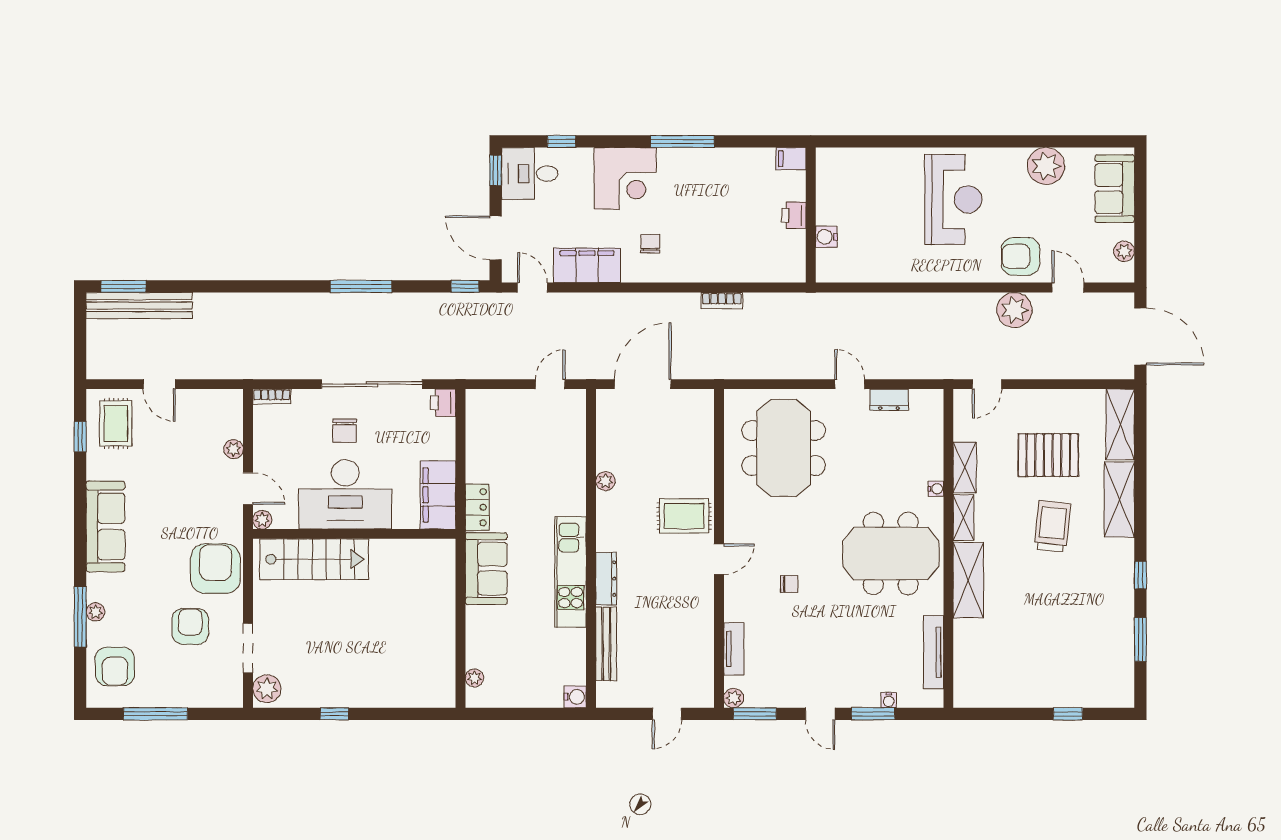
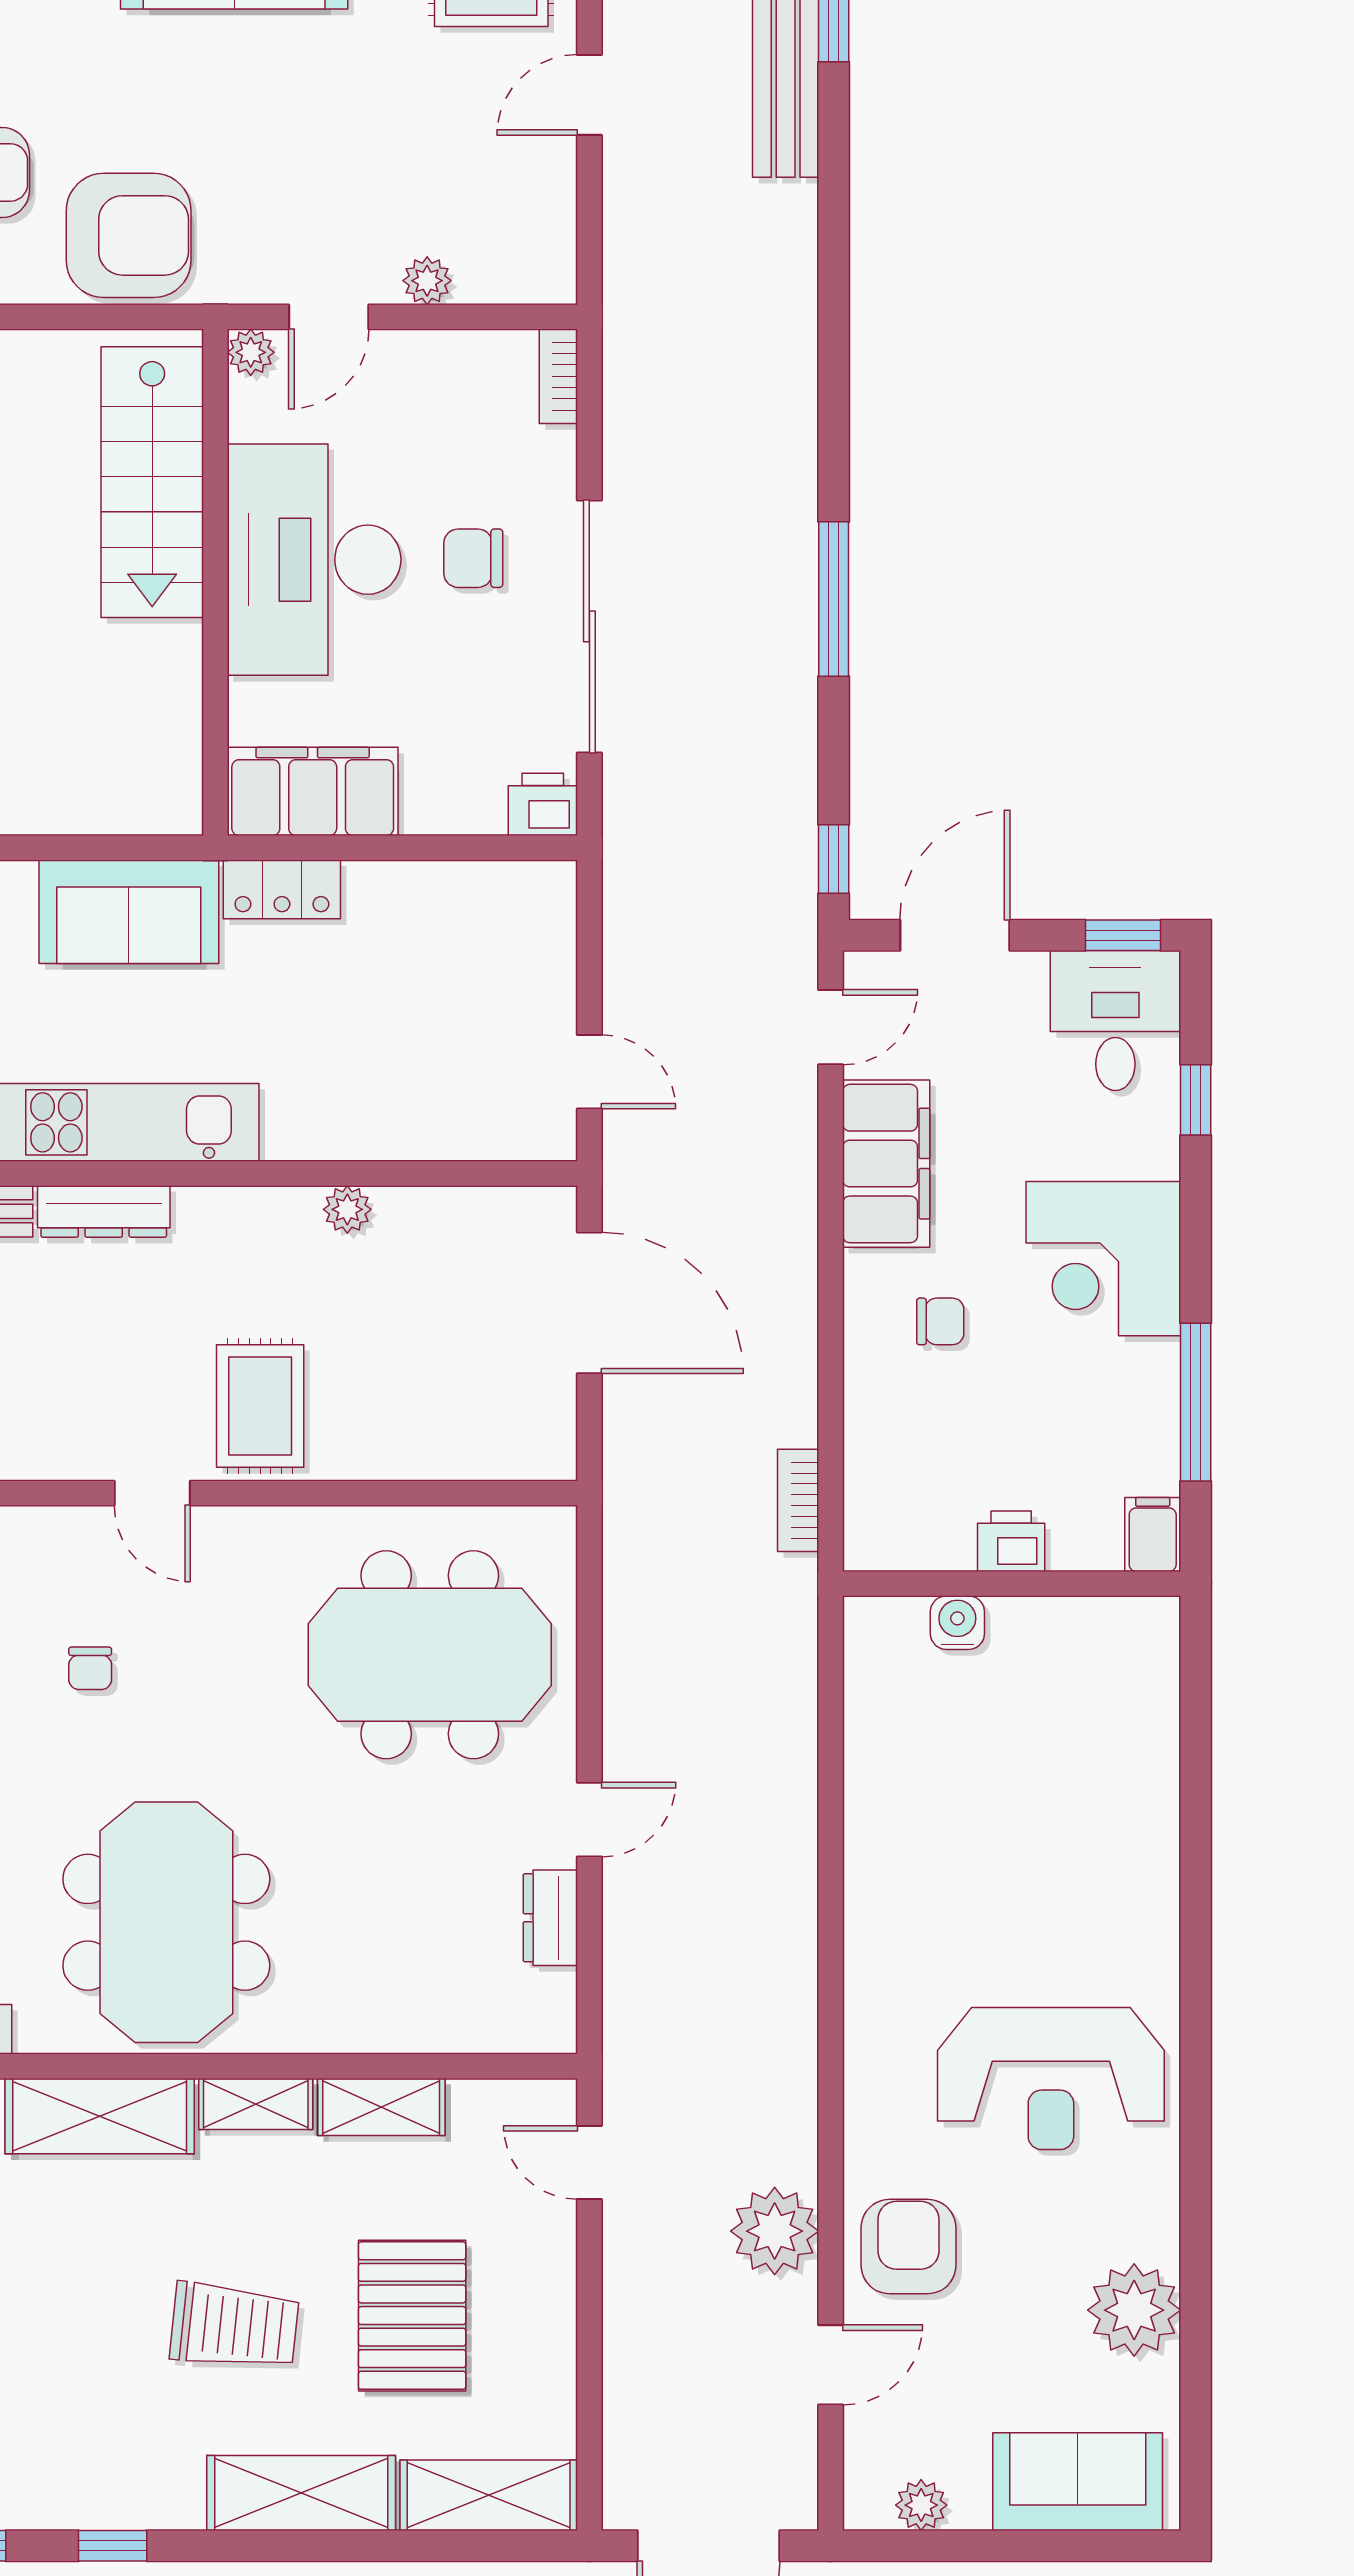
filing cabinet: (791, 159) -> (1153, 1535), moved
printer: (794, 215) -> (1011, 1541), moved
wall: (811, 215) -> (1012, 1584), moved
water cooler: (826, 237) -> (957, 1623), moved
water cooler: (936, 489) -> (328, 2035), removed

